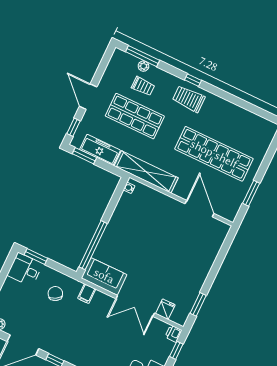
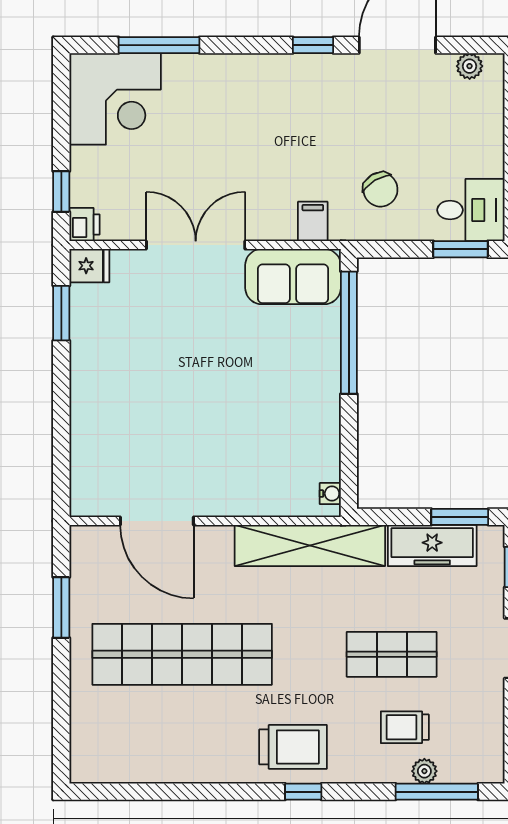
shop shelf: (135, 116) -> (392, 654), width x0.70, depth x0.74
fridge: (165, 309) -> (89, 266), moved, turned -90

